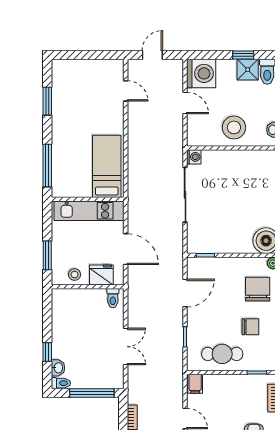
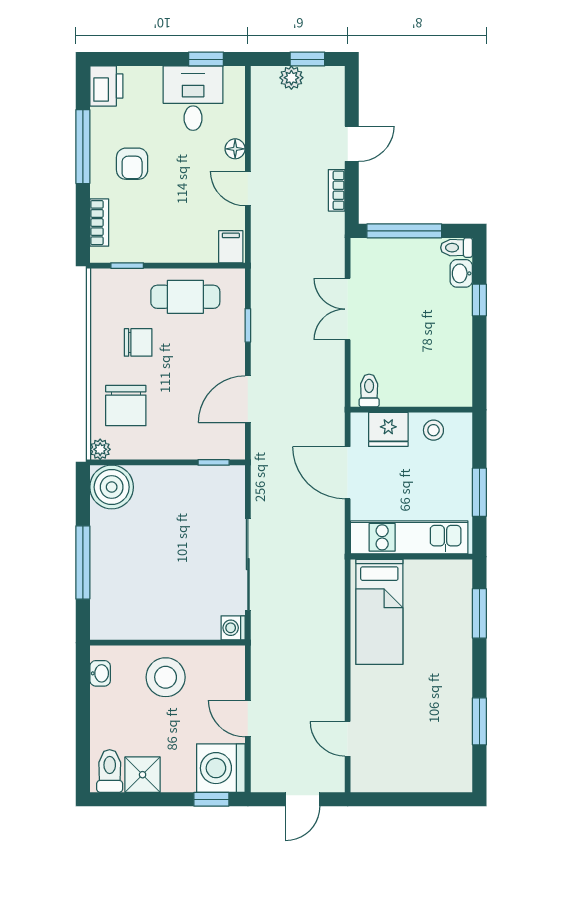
window: (243, 55) -> (211, 799), moved
window: (47, 165) -> (479, 613), width x0.69
window: (47, 255) -> (479, 492), moved
chair: (250, 327) -> (138, 342), turned 180

